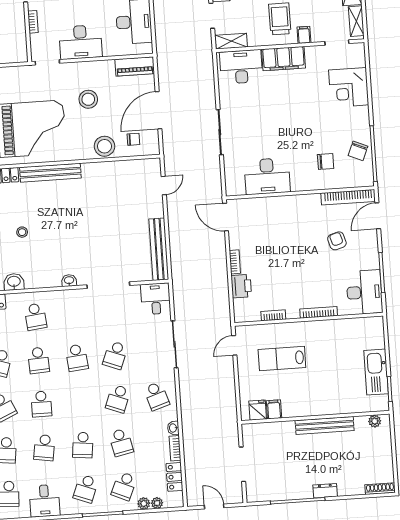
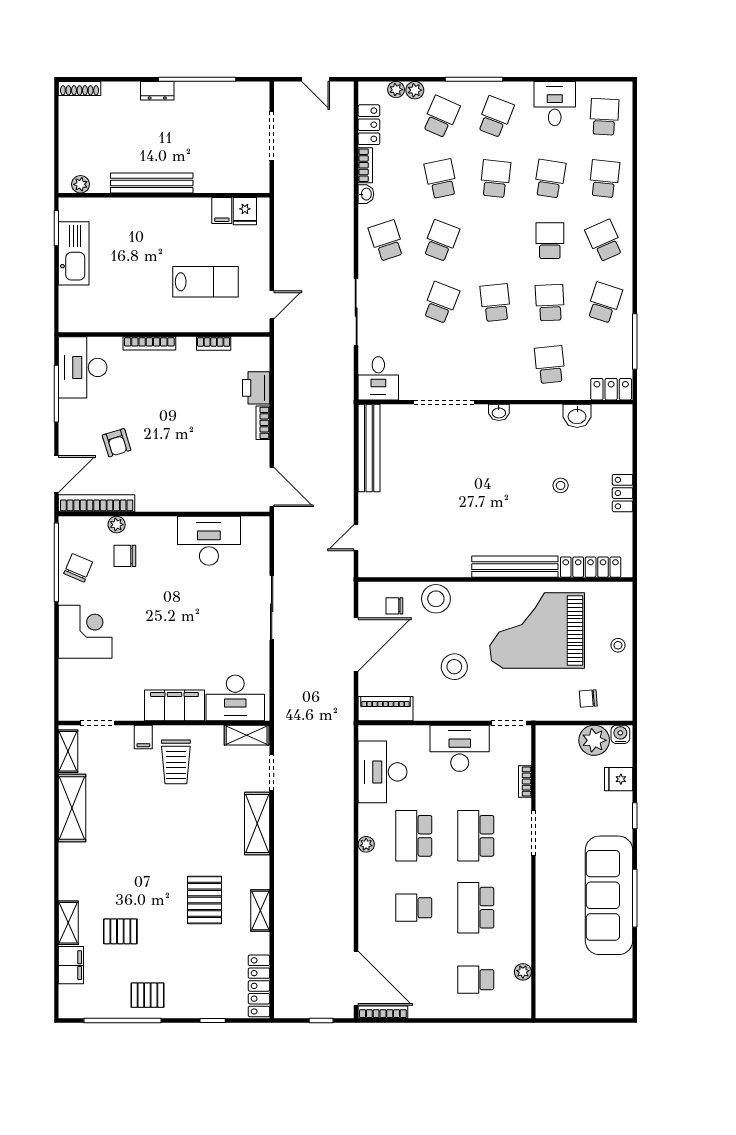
corner desk: (349, 87) -> (85, 632), moved
plant: (333, 183) -> (117, 525), added

